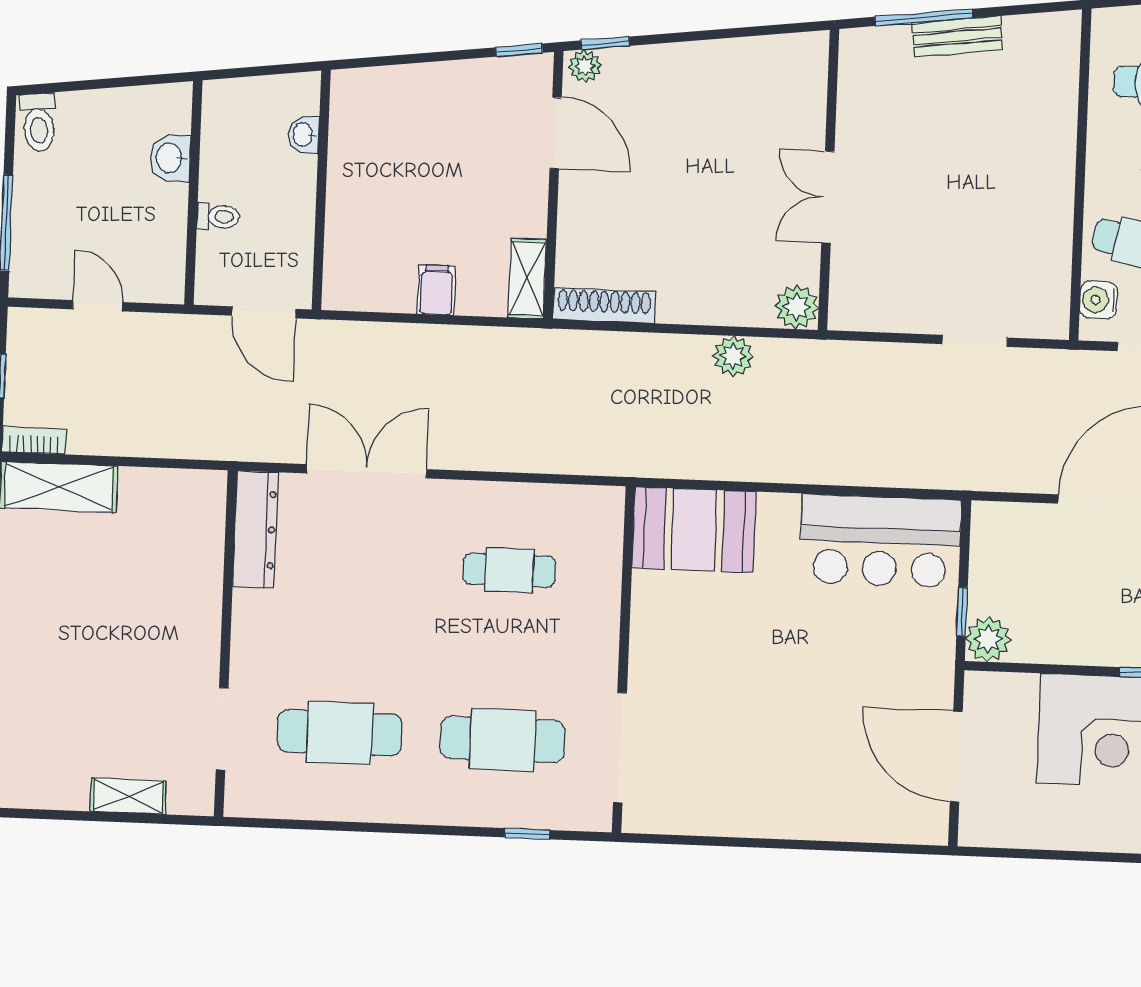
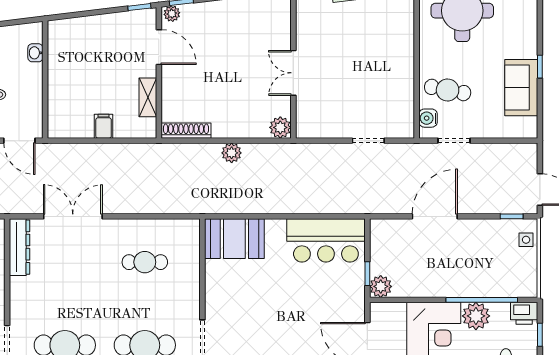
shelving: (527, 279) -> (148, 97), moved
plant: (733, 356) -> (232, 153), moved

